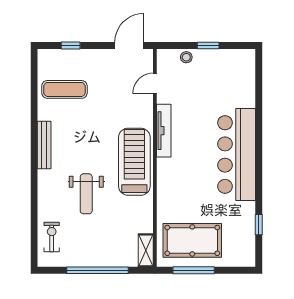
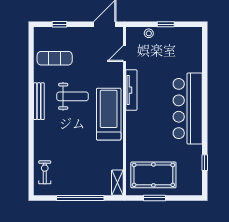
weight bench: (86, 194) -> (73, 96), moved, turned -90
window: (194, 270) -> (154, 198), width x0.69

